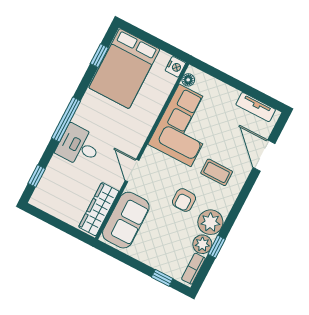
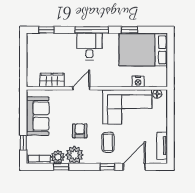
window: (99, 56) -> (130, 30), moved
nightstand: (175, 67) -> (138, 82), moved
desk: (79, 146) -> (89, 46), moved
window: (247, 189) -> (107, 167), added
armchair: (184, 200) -> (80, 131), turned 90
wardrobe: (99, 209) -> (52, 80), width x0.67
sofa: (126, 220) -> (38, 116), moved, turned -90

